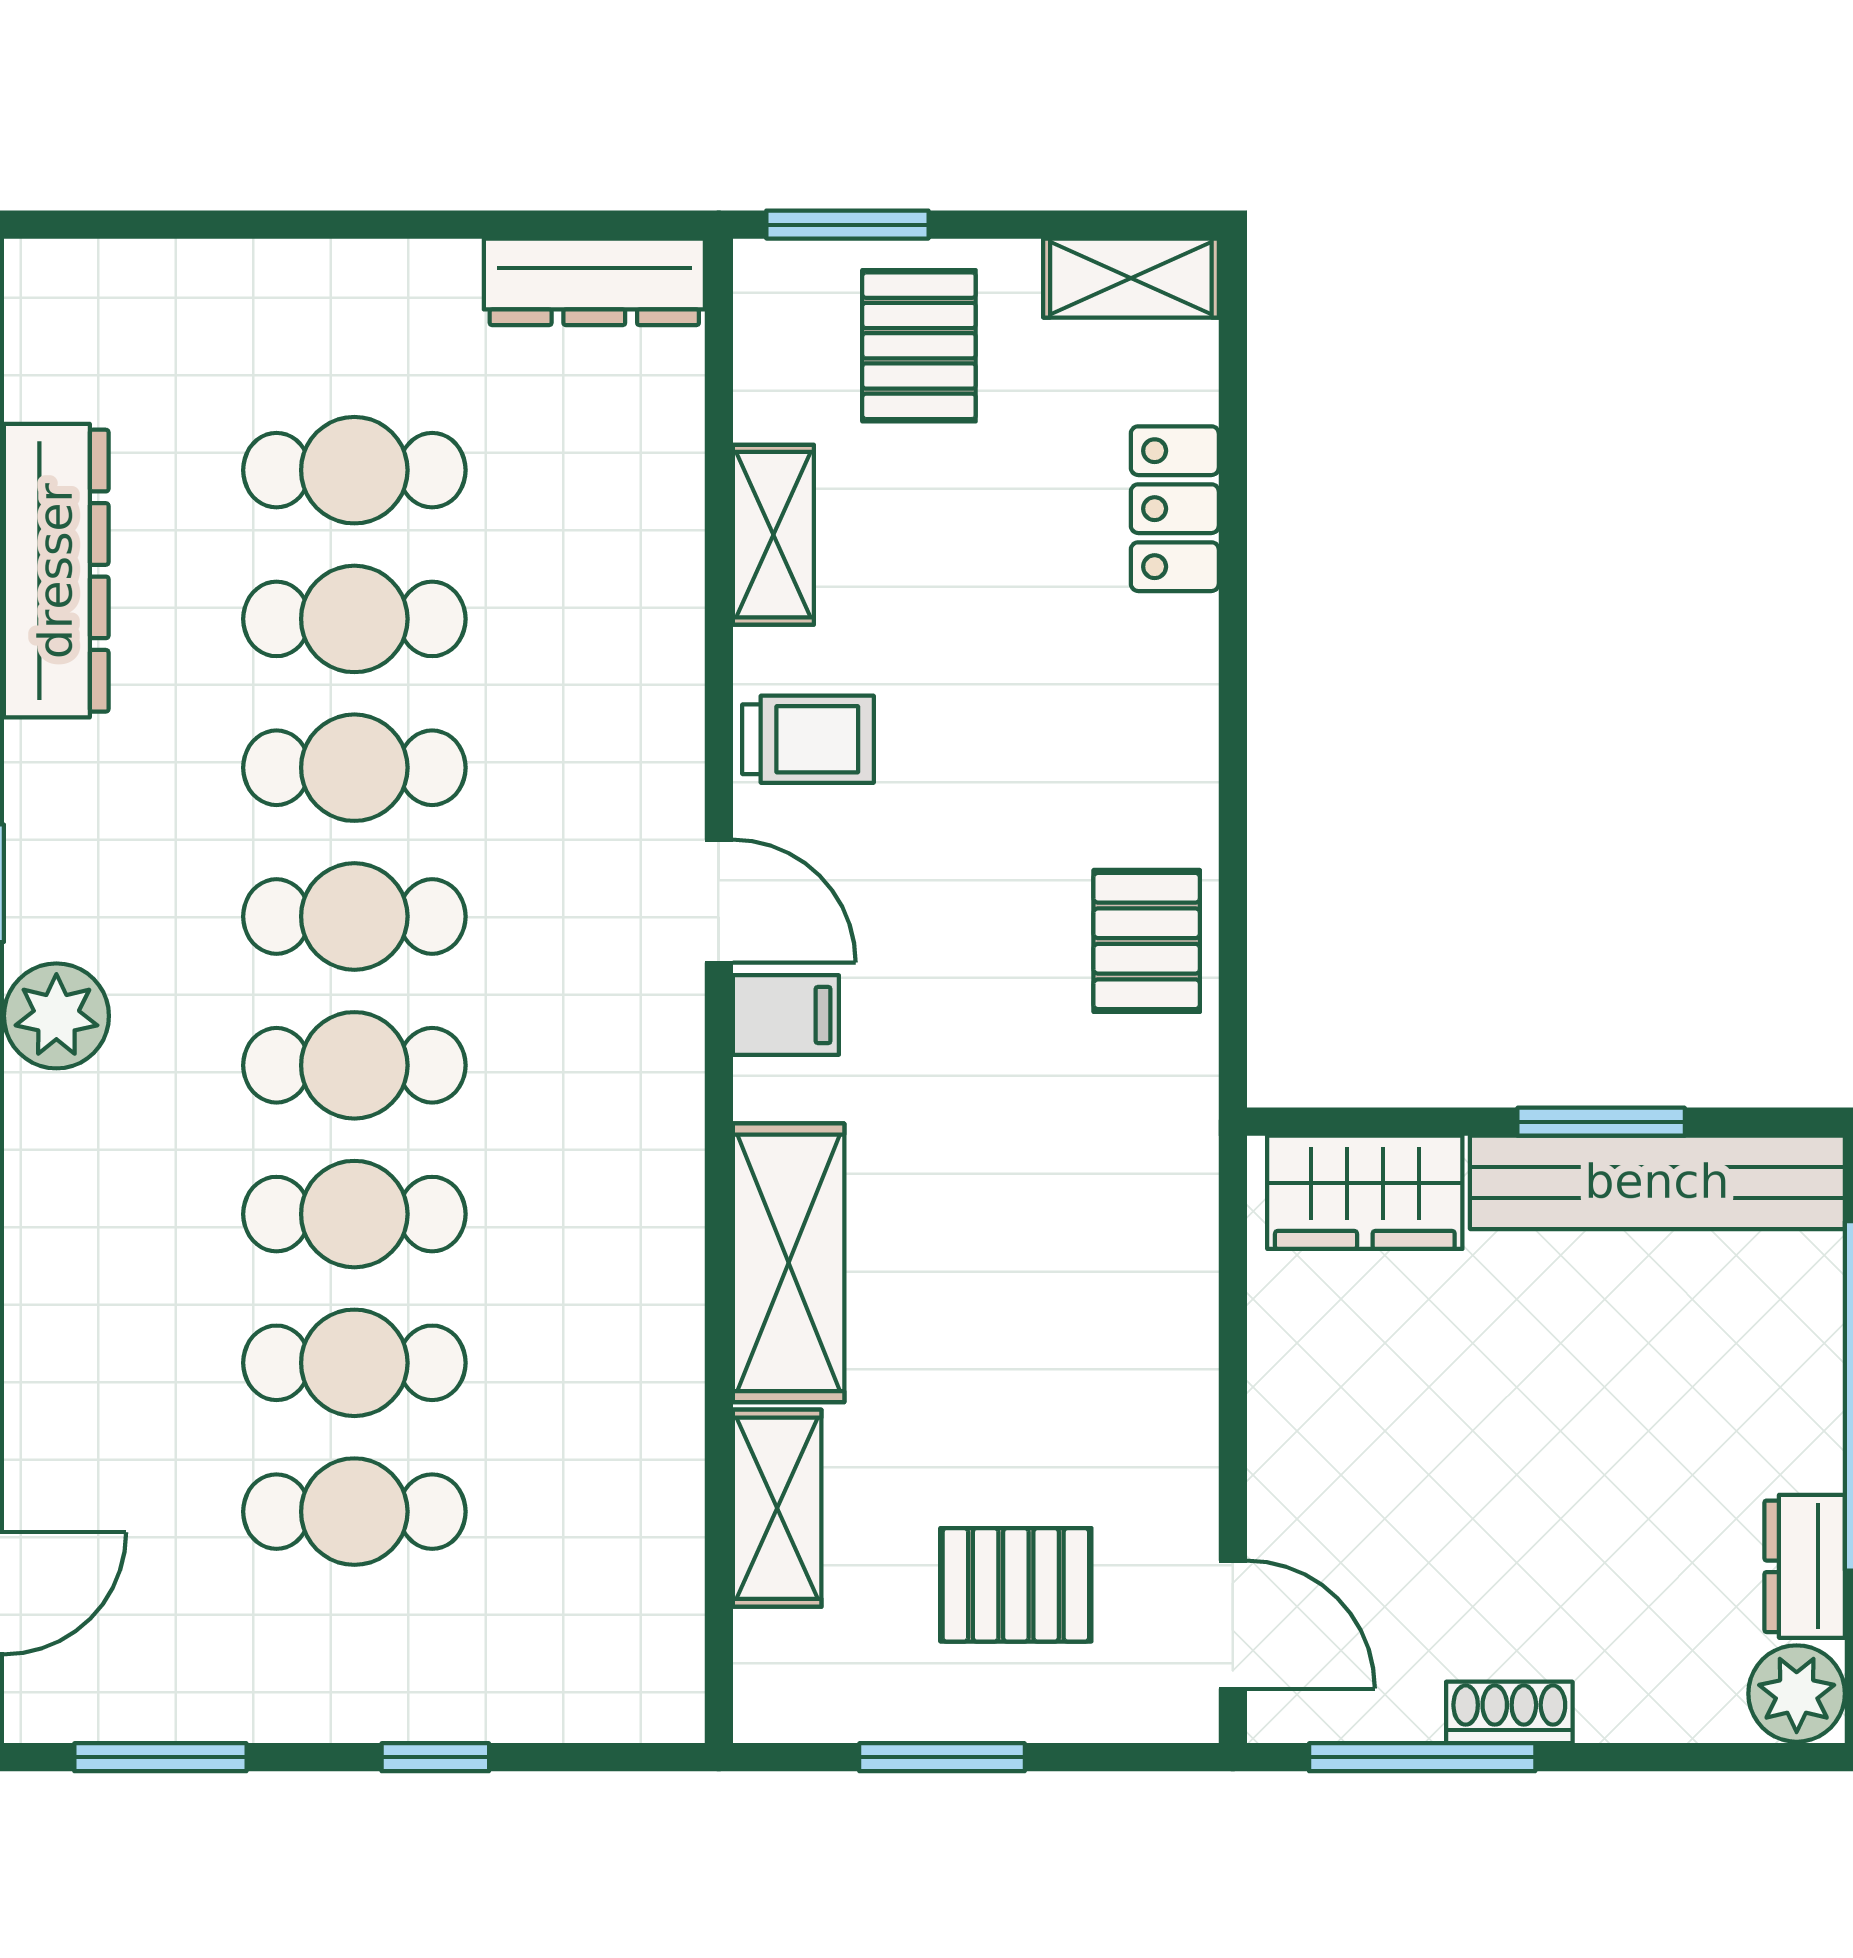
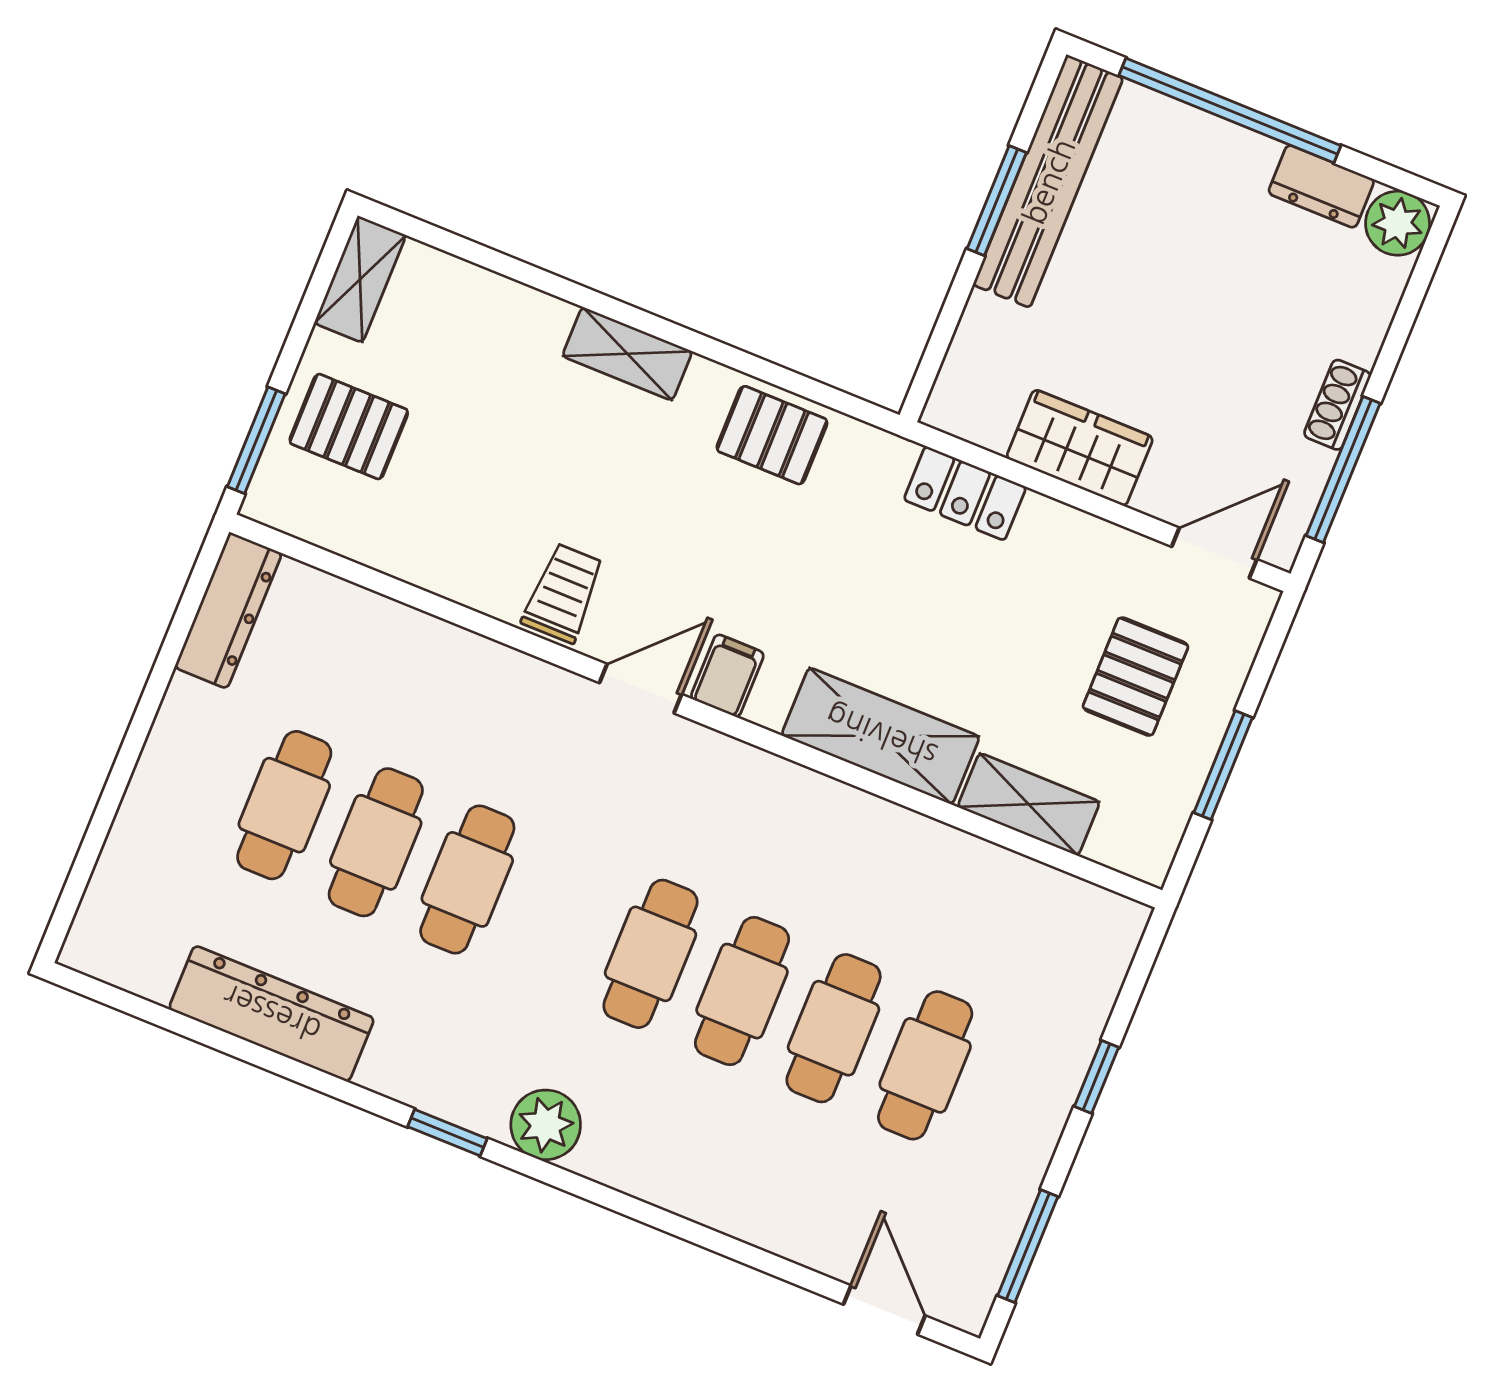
locker: (1175, 509) -> (965, 493), moved
shelving: (773, 535) -> (627, 354), moved
cafe table: (354, 916) -> (559, 917), removed
wardrobe: (1365, 1192) -> (1080, 448), moved, turned -90

